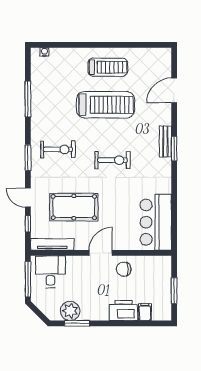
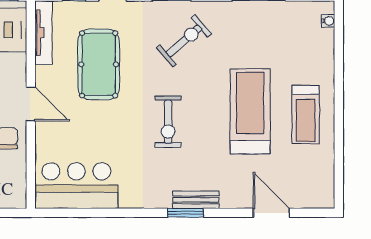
treadmill: (106, 105) -> (250, 111), turned 180
exercise bike: (58, 149) -> (184, 41), turned -131

